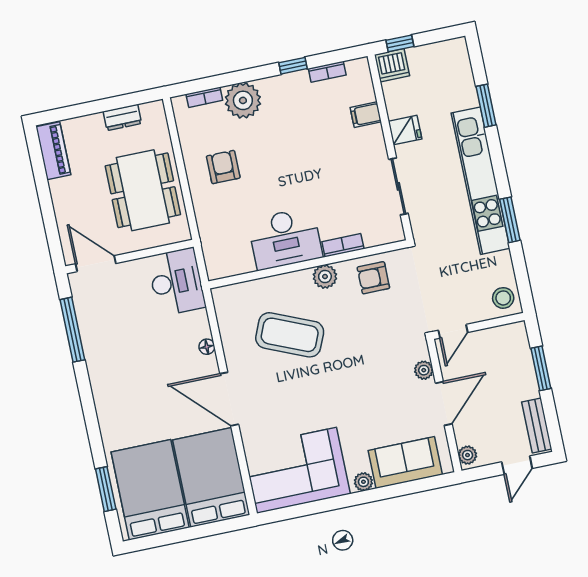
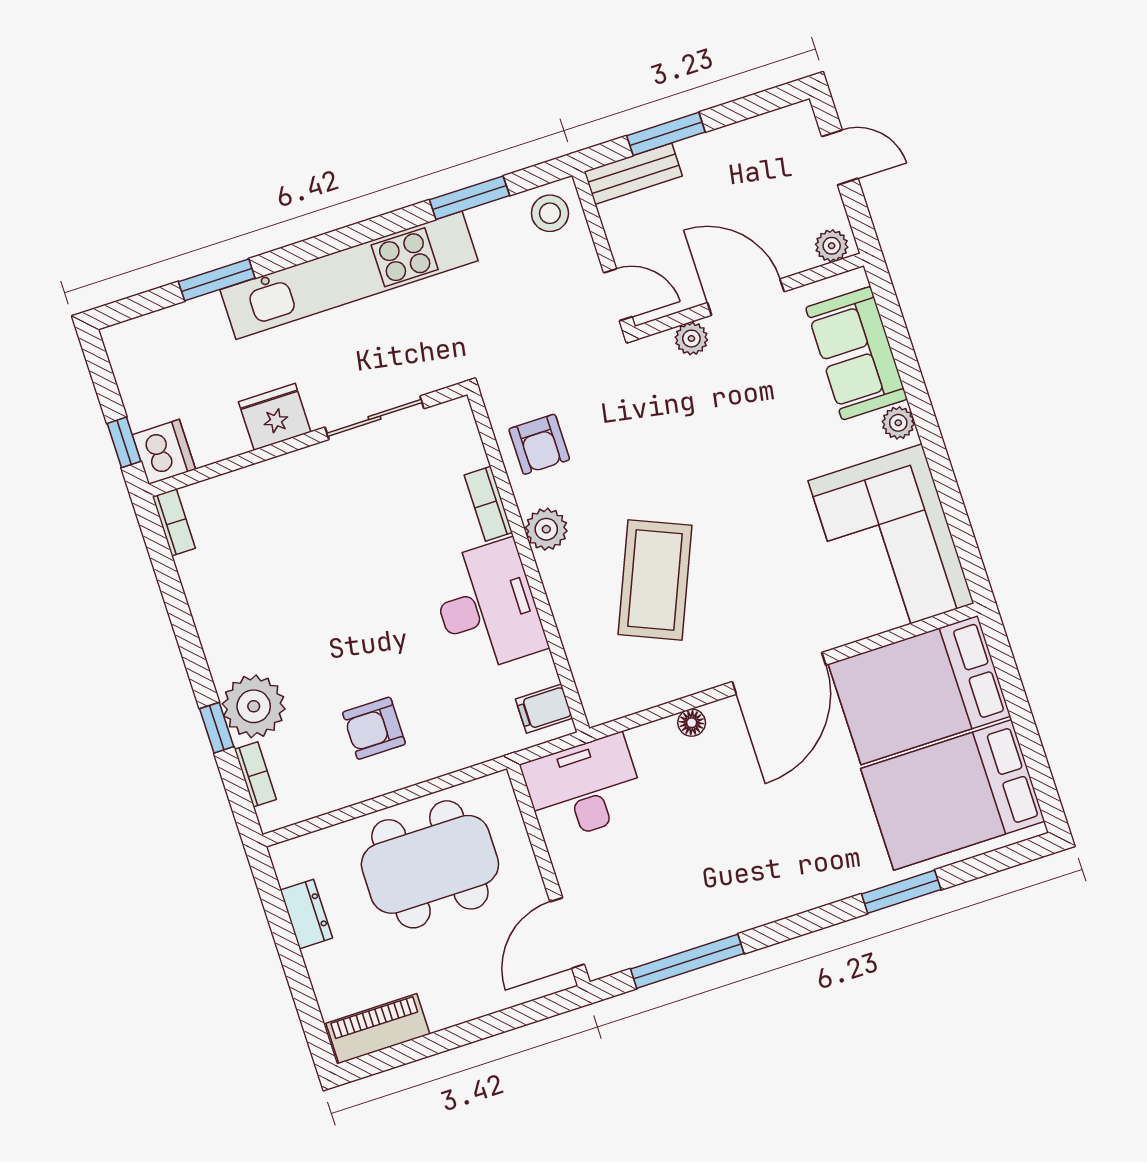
window: (293, 66) -> (217, 728), moved
bookcase: (327, 72) -> (174, 522), moved
filing cabinet: (366, 115) -> (544, 709), moved, turned 90
fridge: (405, 130) -> (275, 417), width x1.38
window: (510, 220) -> (470, 198), moved
bench: (537, 426) -> (633, 174), moved
window: (106, 489) -> (901, 892), moved

